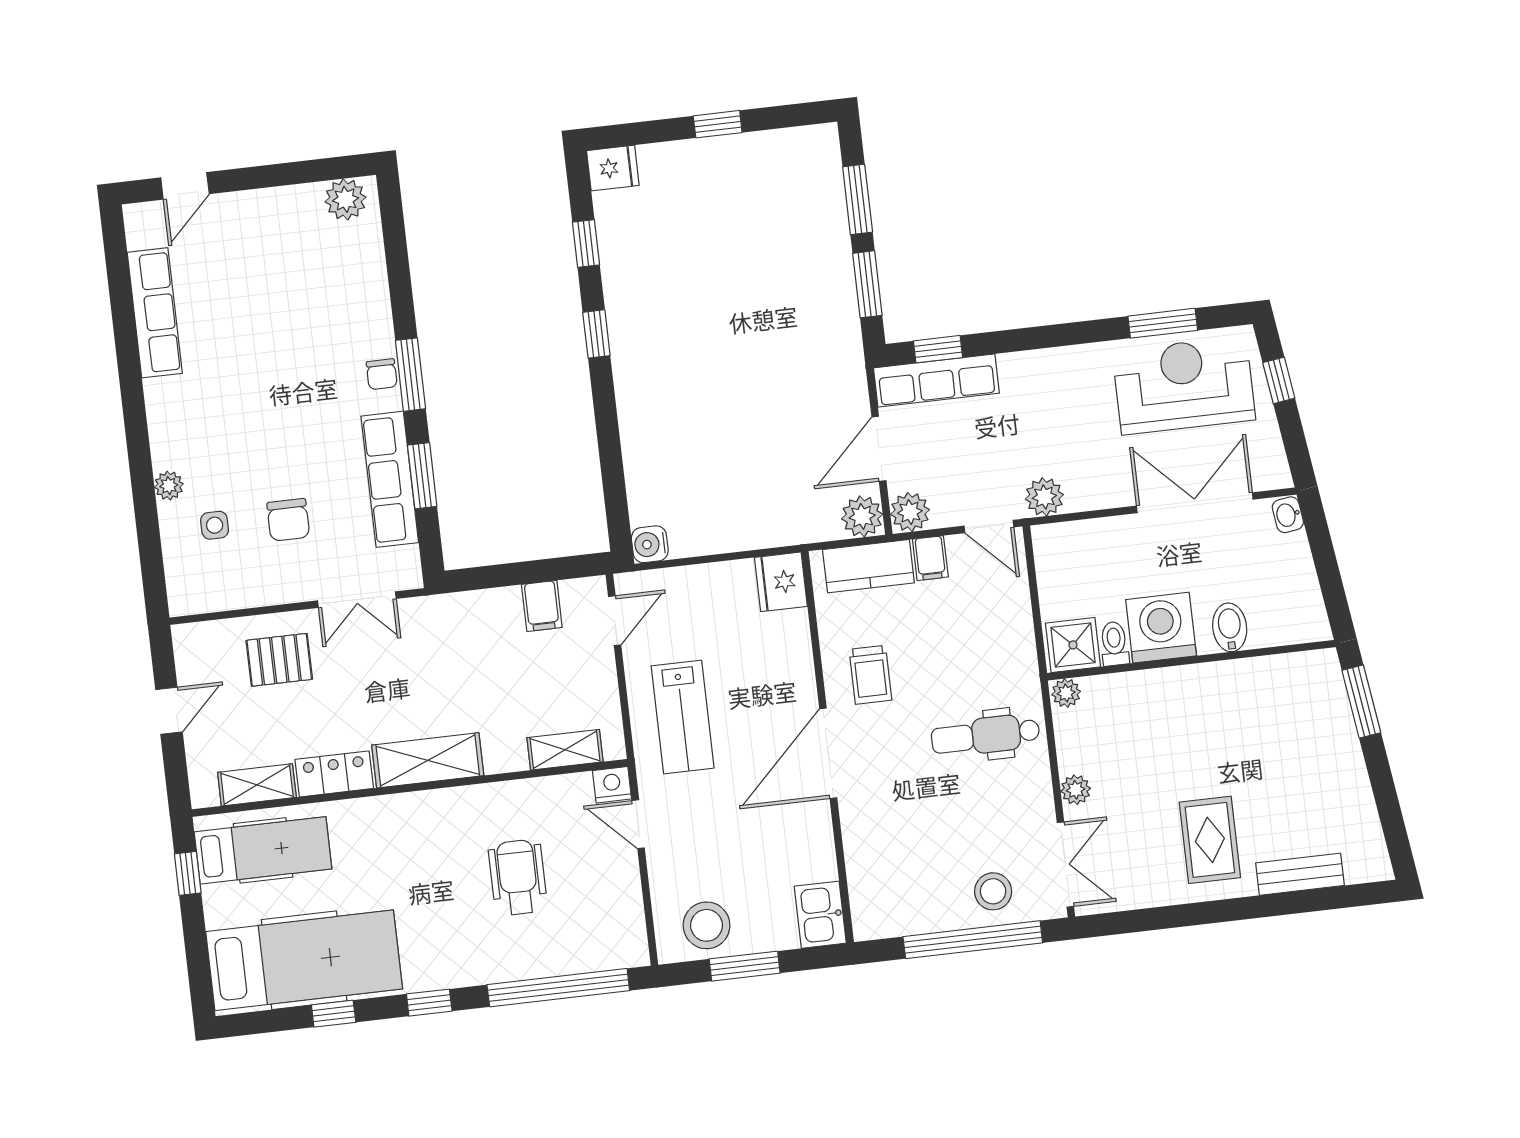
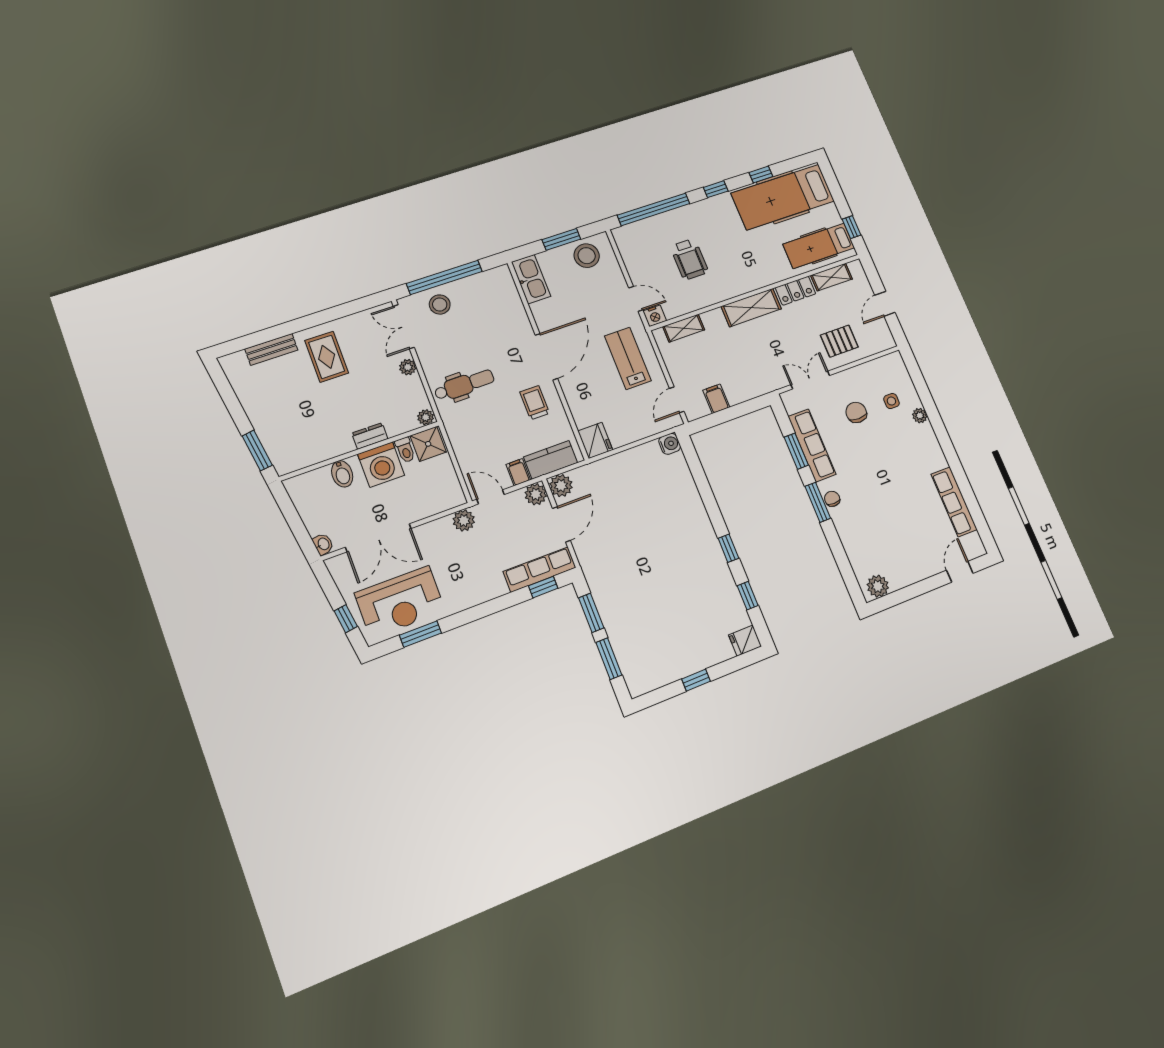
dresser: (1169, 682) -> (370, 436), added
kitchen sink: (820, 915) -> (531, 279), width x1.38

